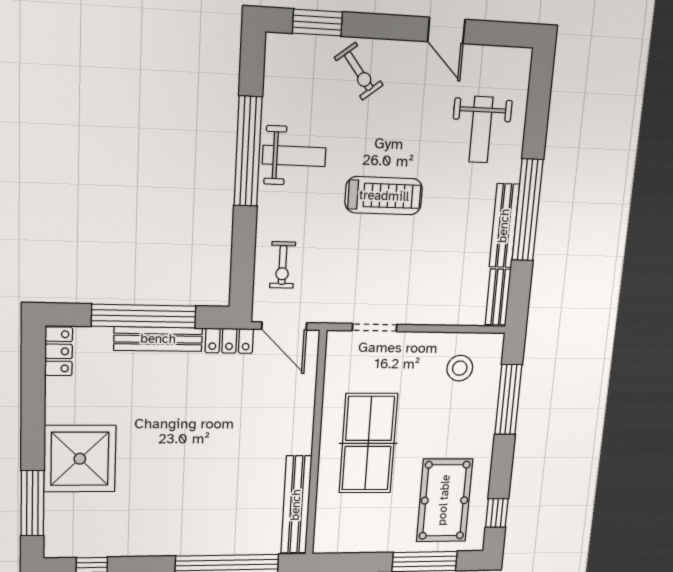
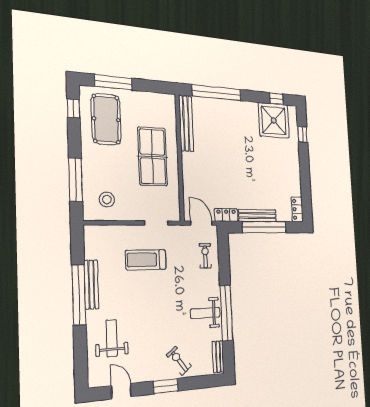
window: (317, 23) -> (166, 386), moved
door: (446, 31) -> (121, 391), moved
treadmill: (384, 196) -> (146, 260), moved
bench: (498, 297) -> (218, 357), moved
shower: (80, 459) -> (274, 120), moved
window: (32, 503) -> (302, 134), width x0.46

